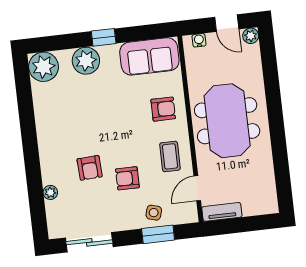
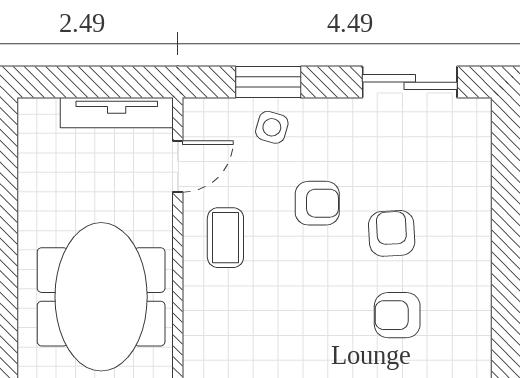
armchair: (163, 109) -> (397, 315), moved
plant: (50, 192) -> (477, 193), removed
tv unit: (222, 212) -> (117, 113), width x1.41

